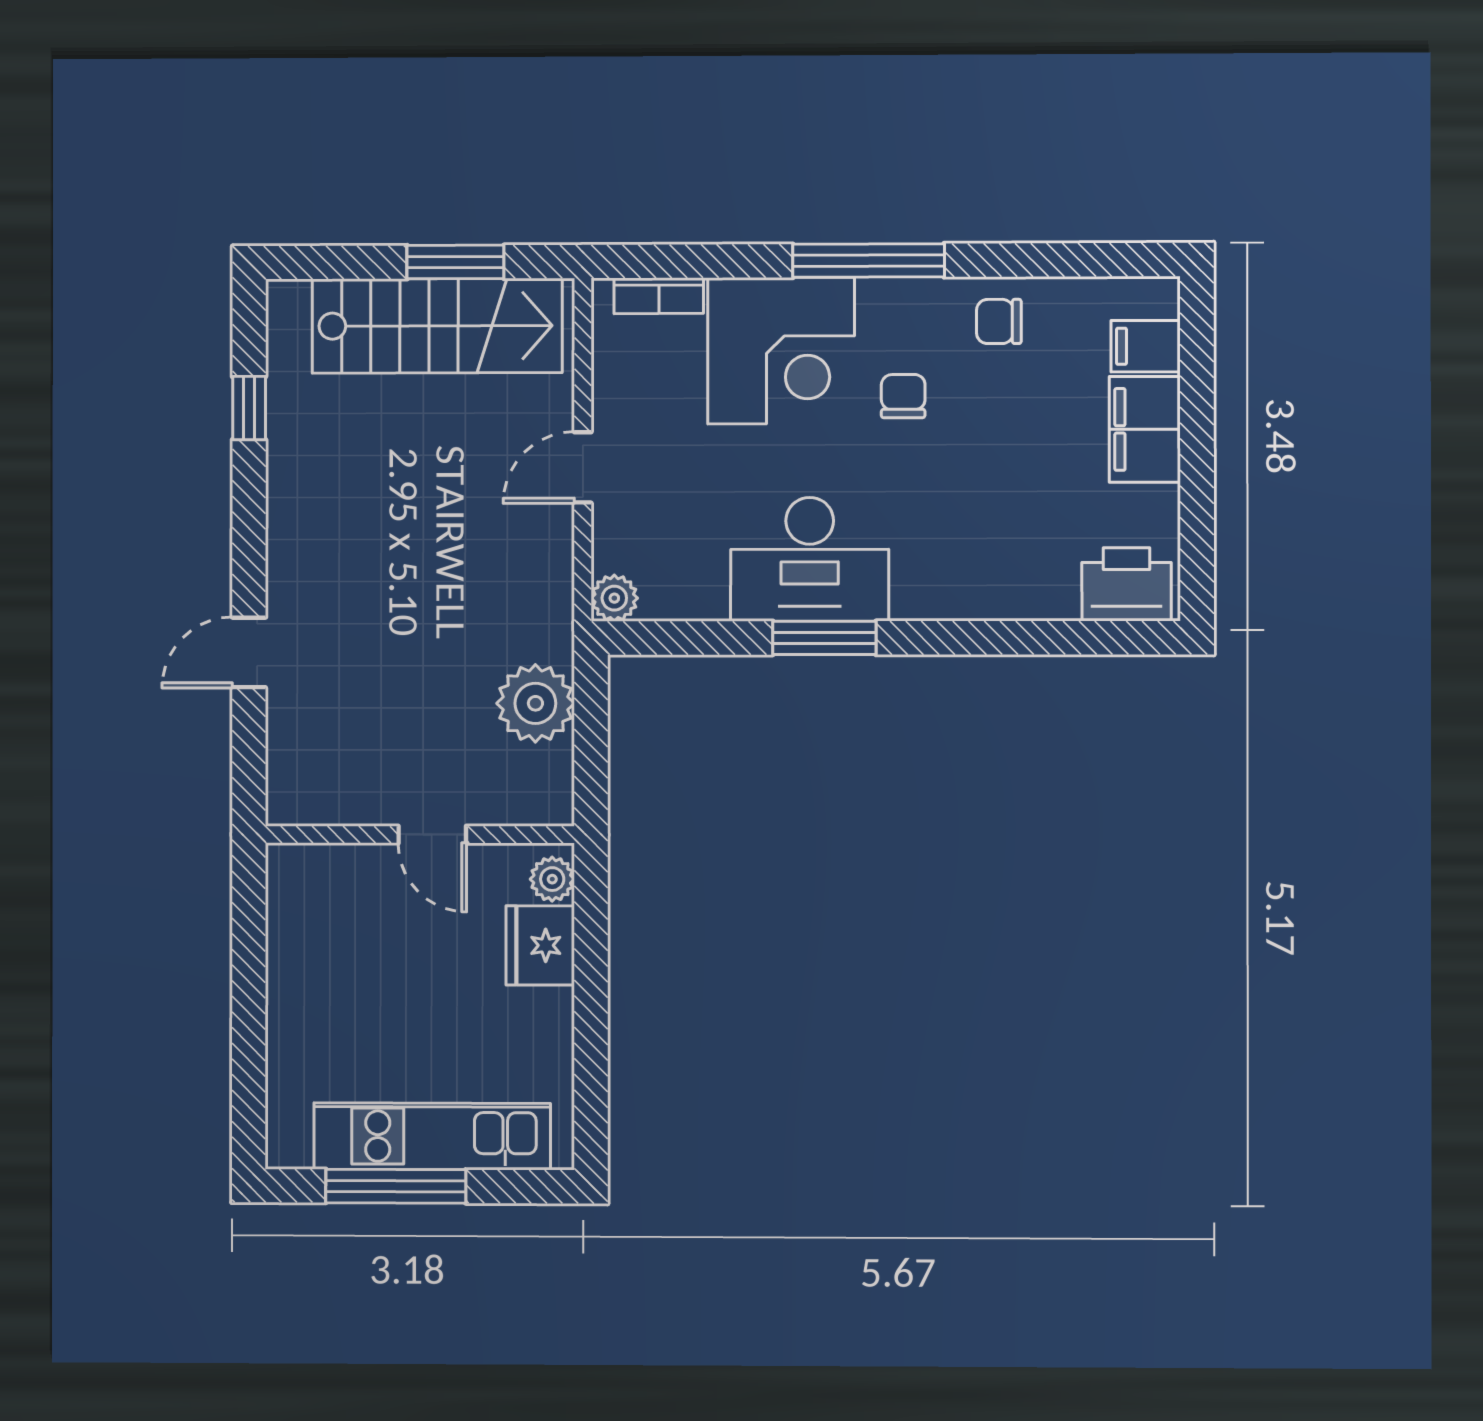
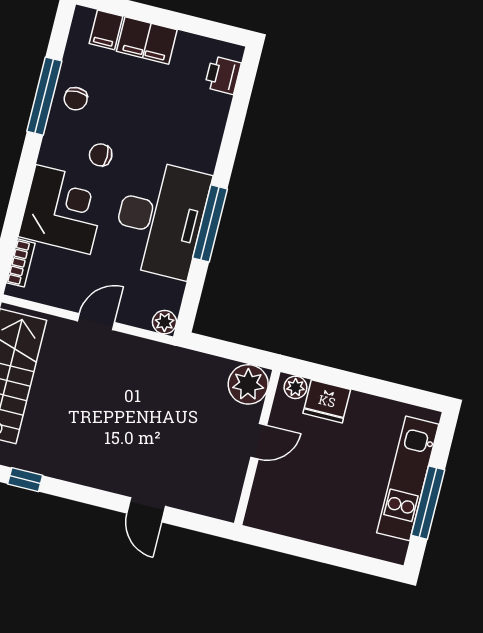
window: (869, 261) -> (44, 96), moved
door: (583, 467) -> (96, 322), swing flipped
desk: (810, 559) -> (160, 219), width x1.36, depth x1.30
printer: (1127, 584) -> (223, 75), width x0.73, depth x0.81
window: (824, 638) -> (210, 223), width x1.44
plant: (535, 703) -> (248, 384), moved

